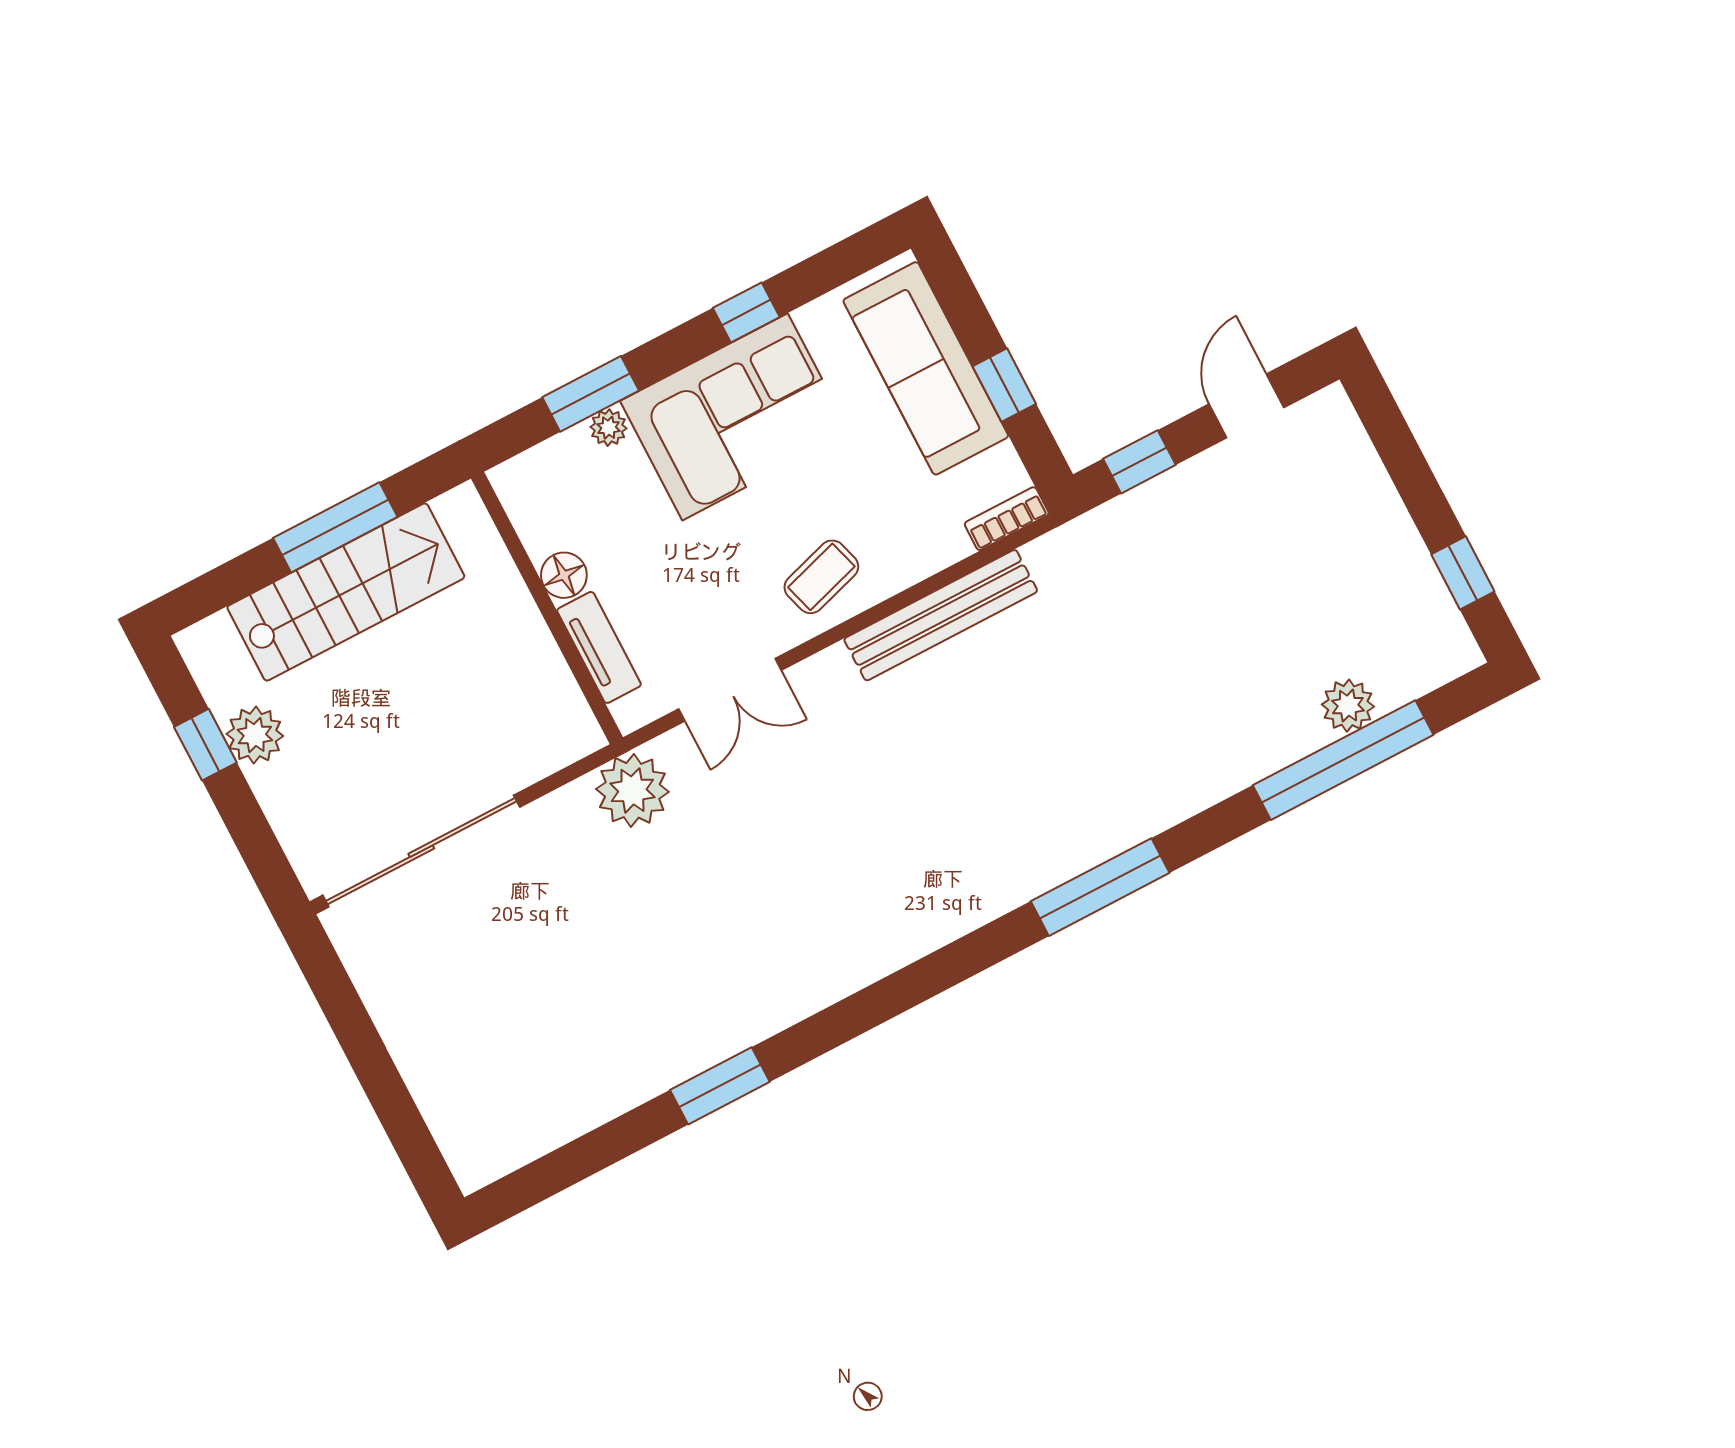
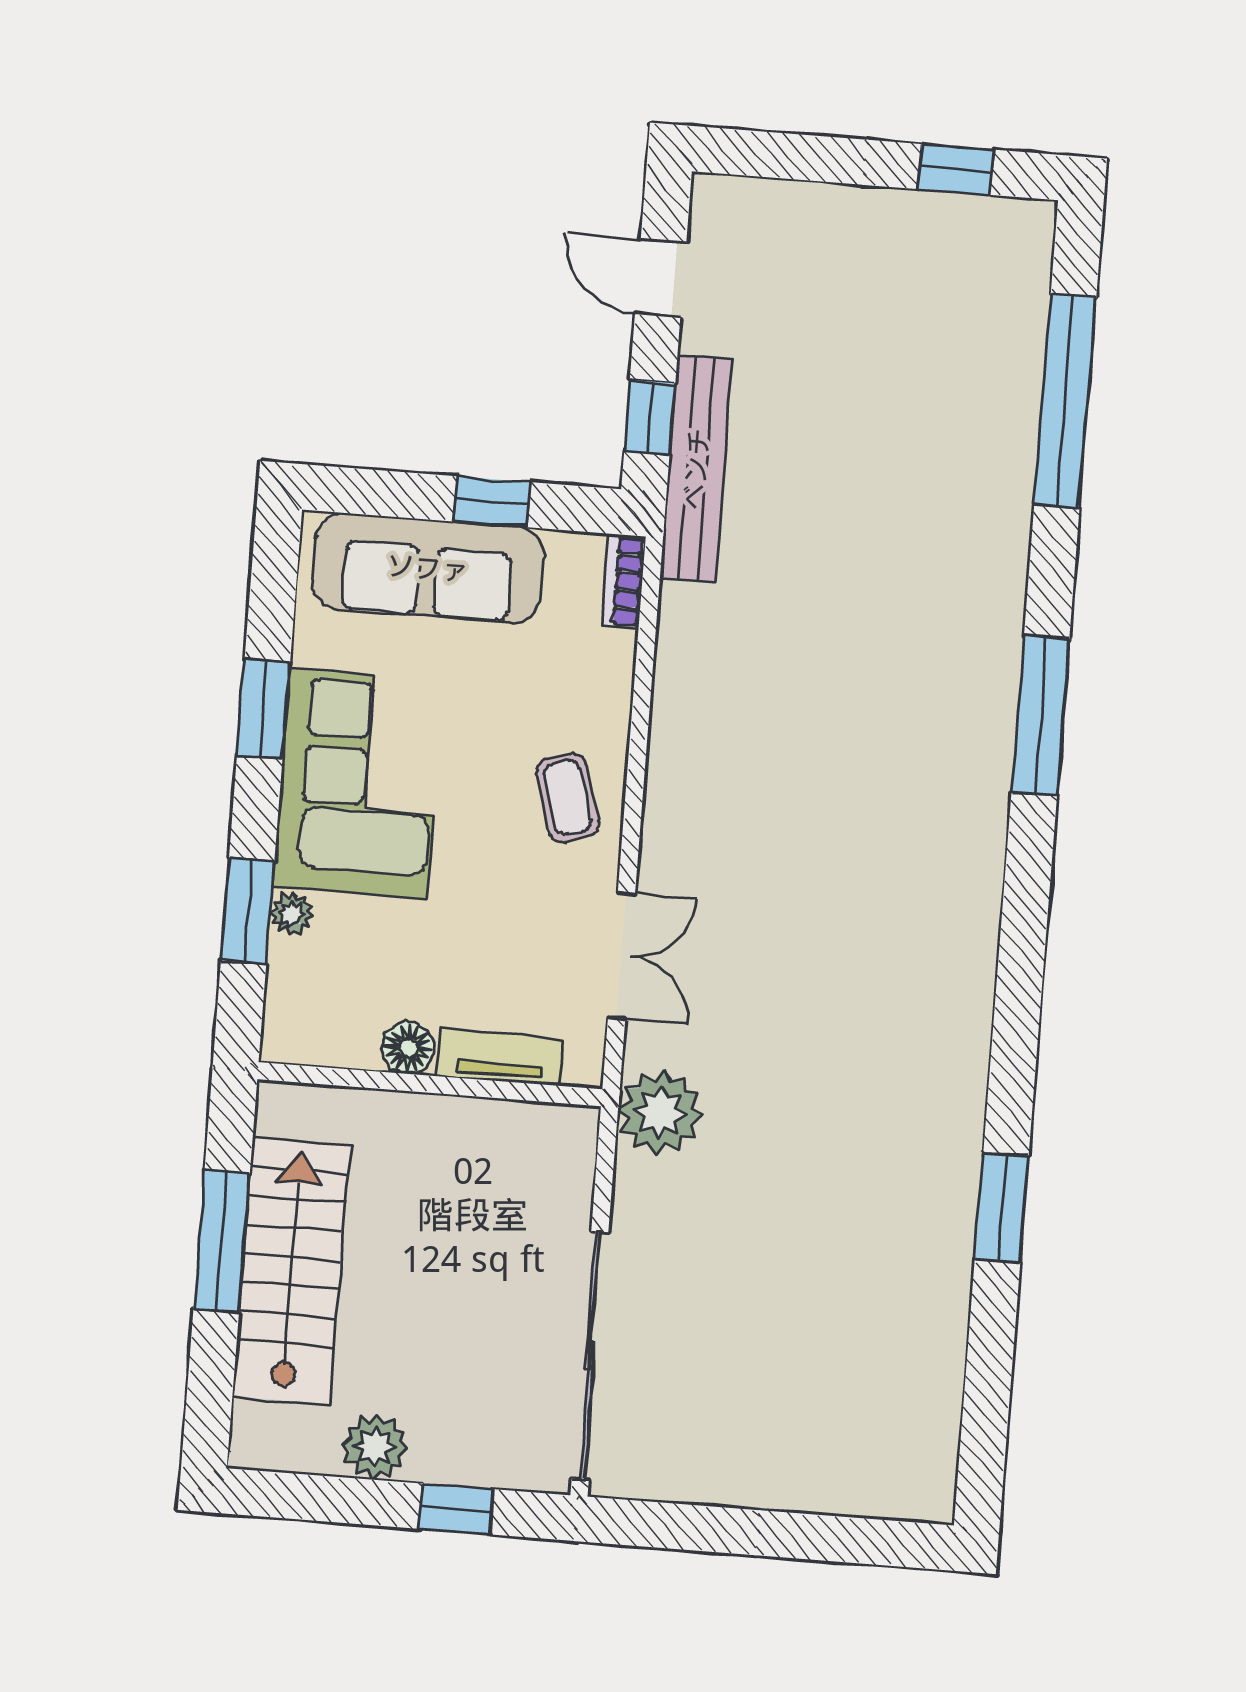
window: (746, 313) -> (264, 709), width x1.50
bench: (941, 615) -> (696, 469), moved
plant: (1348, 706) -> (1015, 363), removed
window: (205, 745) -> (456, 1509), moved

